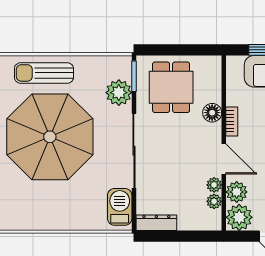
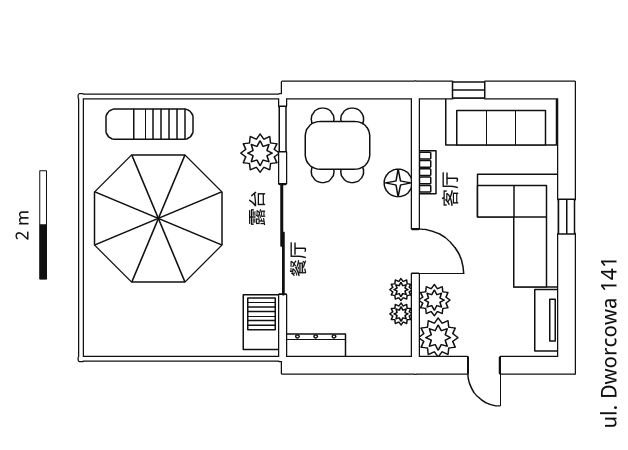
bookcase: (232, 121) -> (427, 172), moved

